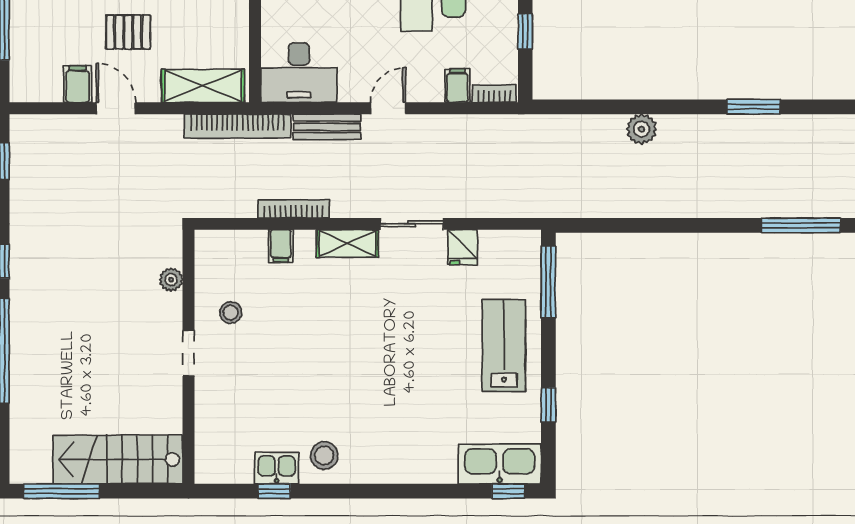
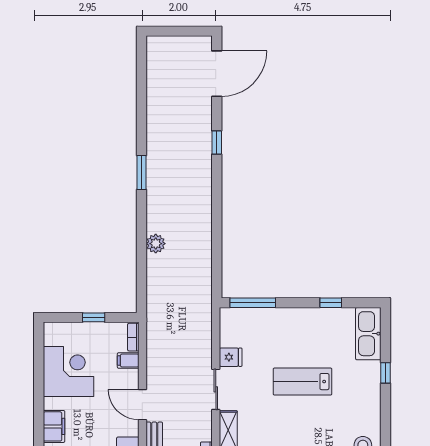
door: (388, 108) -> (142, 405), width x1.38
window: (801, 225) -> (217, 143), width x0.46
lab bench: (504, 345) -> (302, 382), moved
window: (508, 491) -> (386, 373), moved

